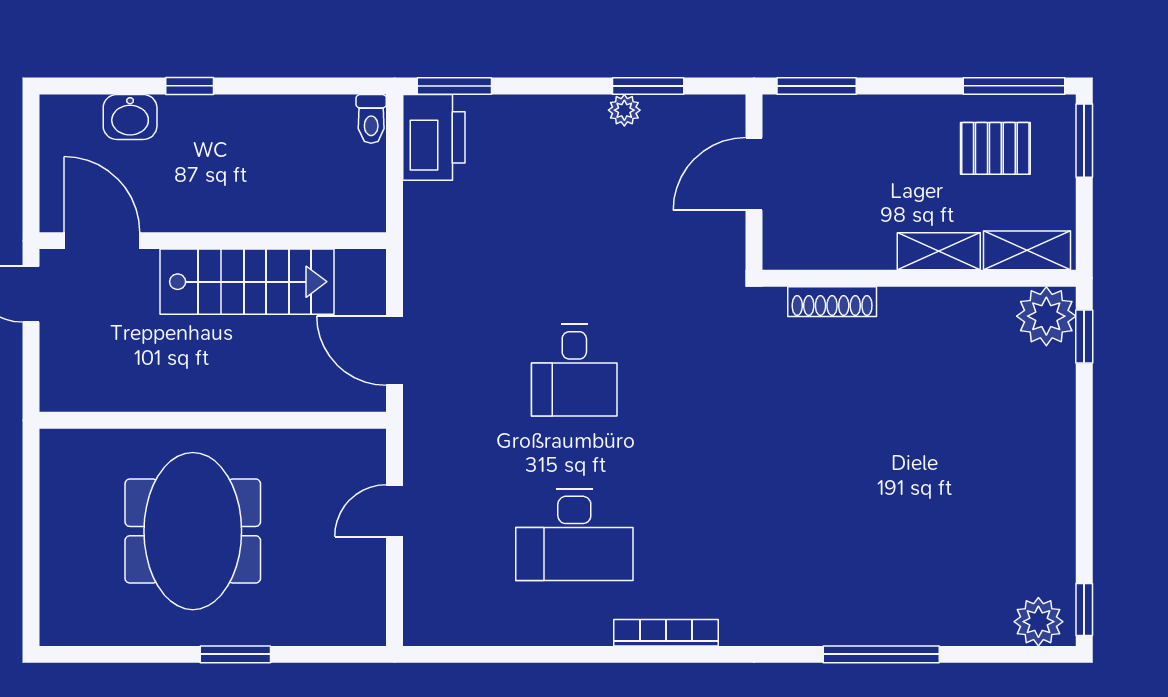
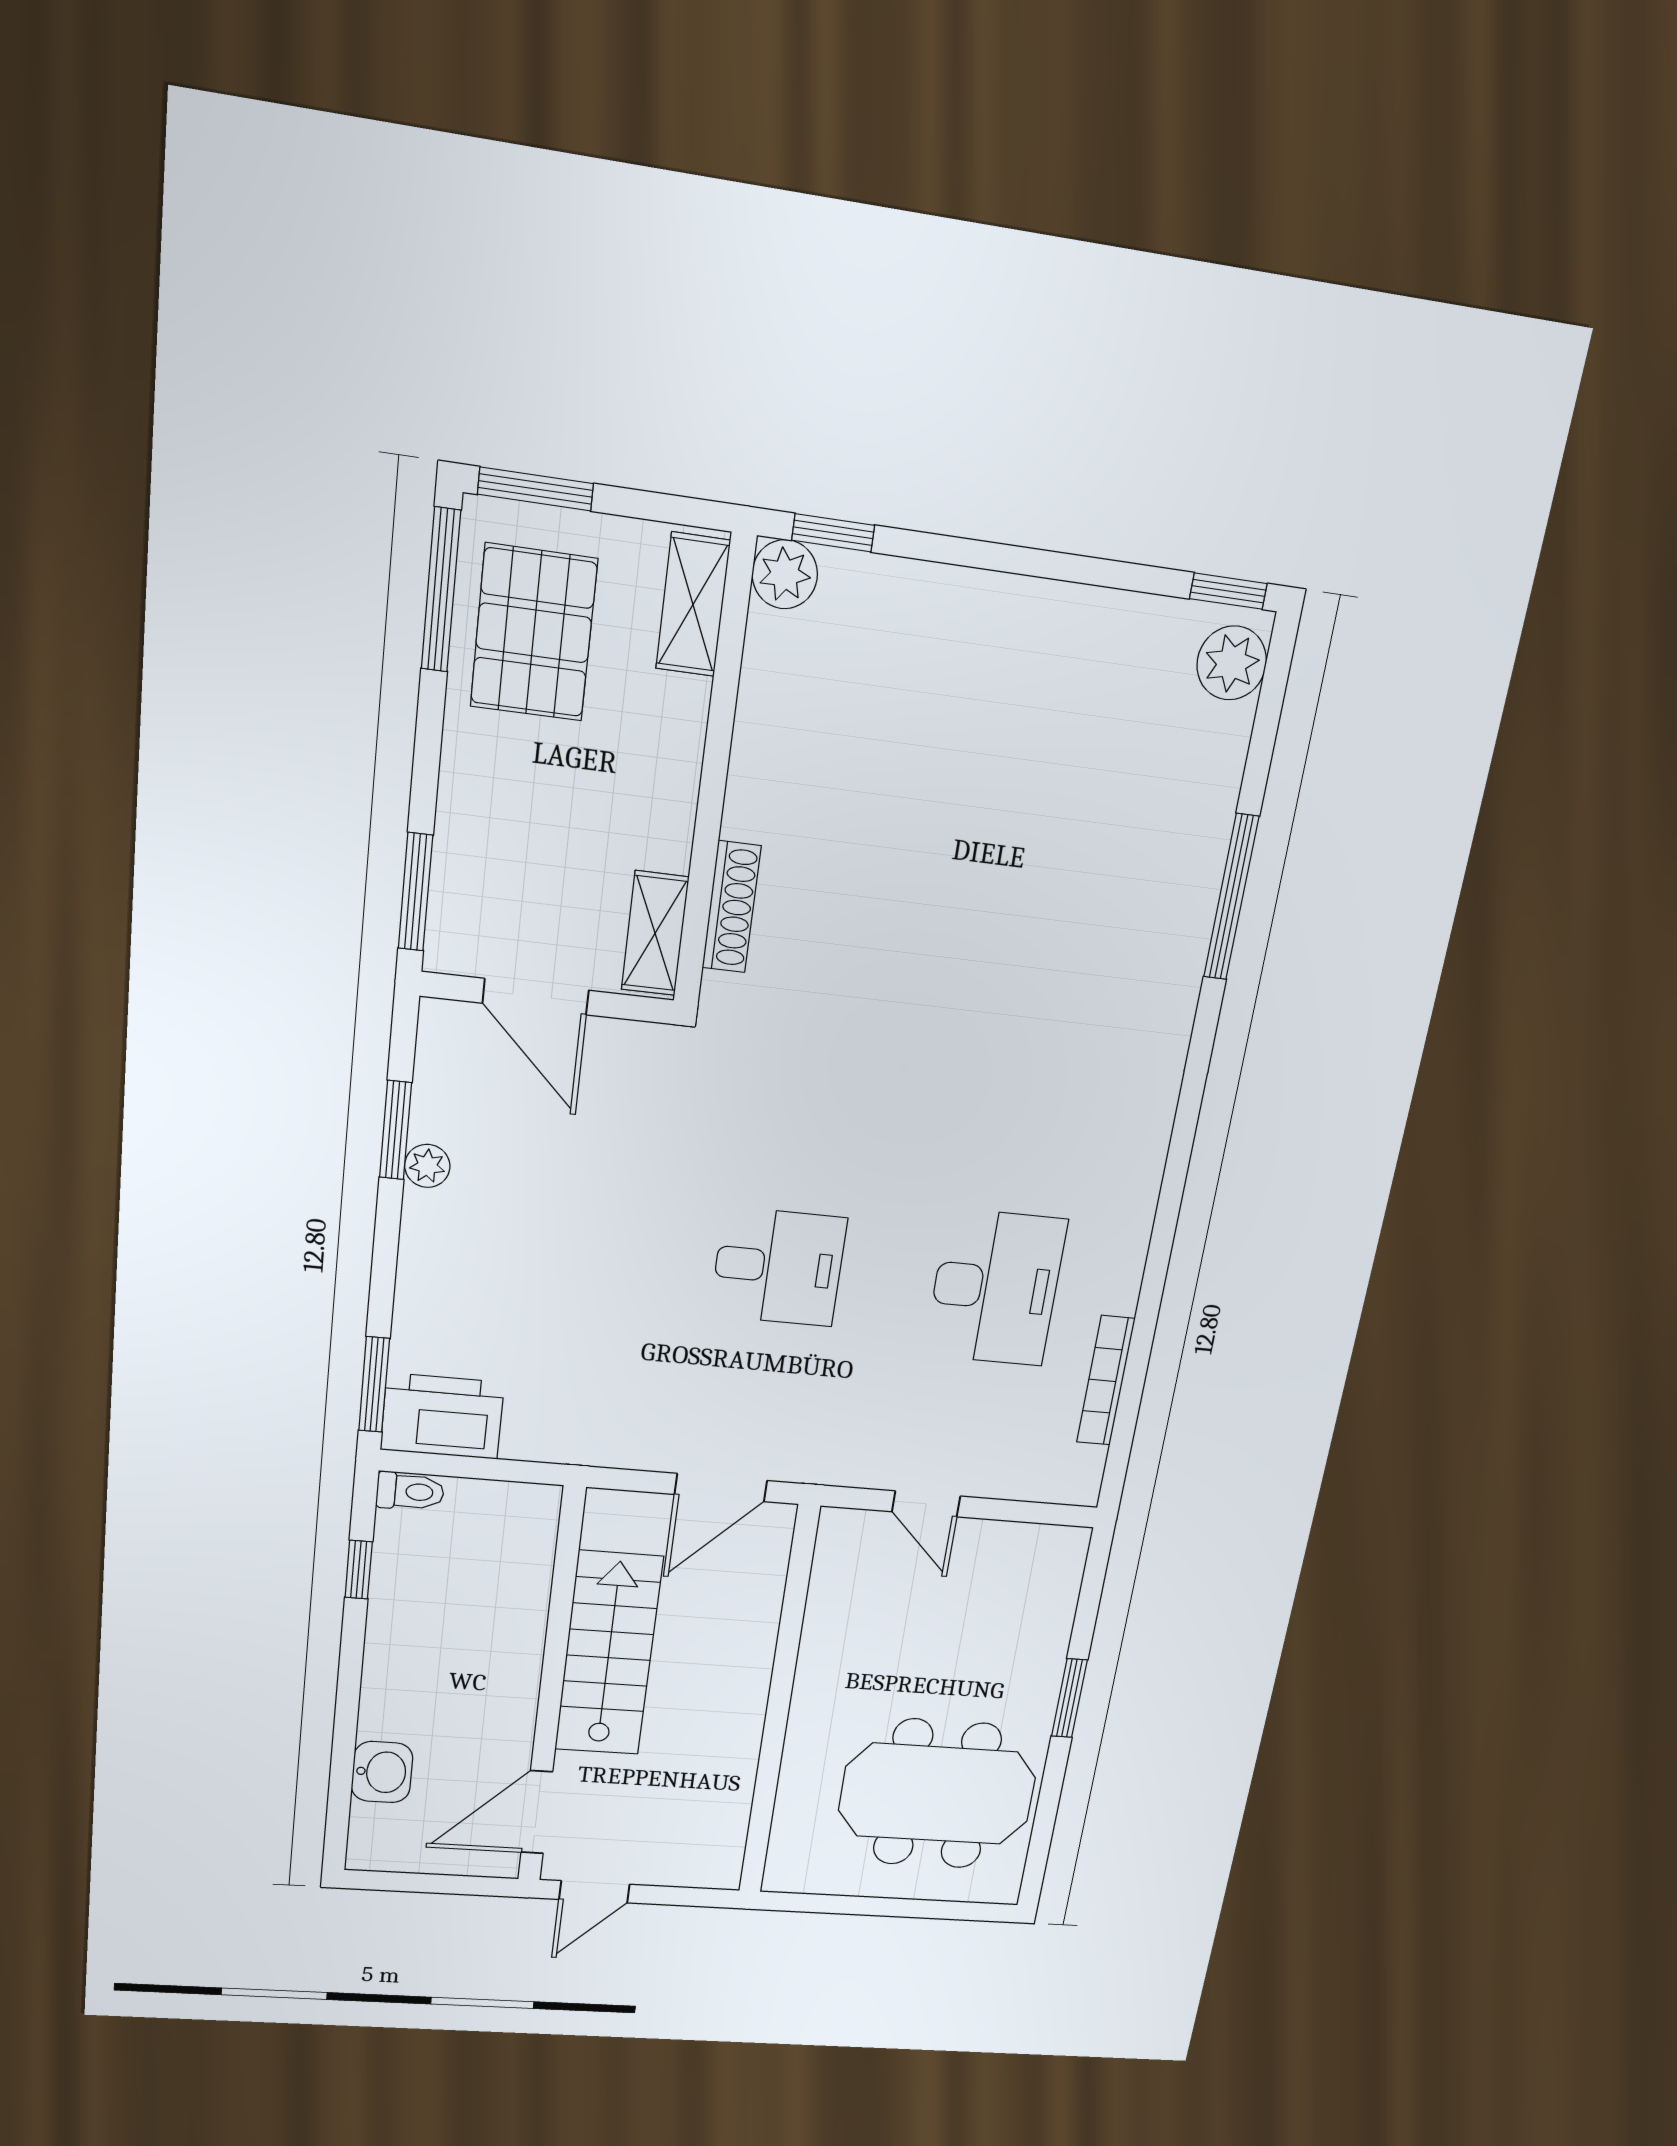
window: (190, 86) -> (359, 1570), moved
pallet: (995, 148) -> (534, 633), width x1.50, depth x1.42
shelving: (939, 251) -> (655, 933), moved
plant: (1046, 316) -> (785, 574), width x0.73, depth x0.73
meeting table: (193, 531) -> (937, 1794), moved
bookcase: (666, 633) -> (1106, 1381), moved

